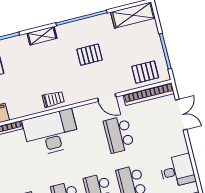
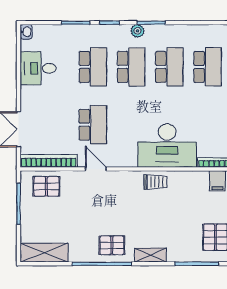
pallet: (90, 55) -> (112, 245), moved
trolley: (53, 99) -> (155, 182), turned 180

